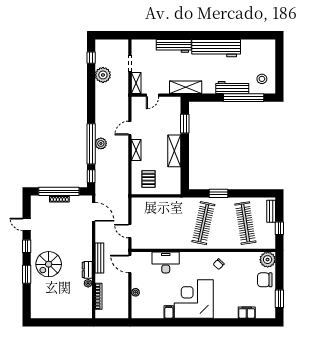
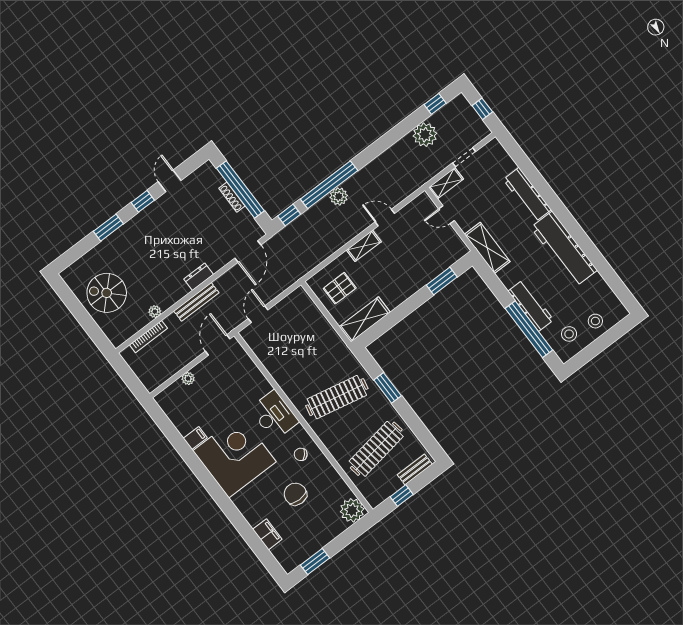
window: (112, 35) -> (482, 109), added
stool: (266, 60) -> (595, 321), added
shelving: (174, 151) -> (365, 319), moved
desk: (166, 262) -> (274, 415), moved
spiral stairs: (49, 264) -> (107, 293), moved
dresser: (87, 270) -> (199, 277), moved
chair: (265, 280) -> (295, 494), moved

